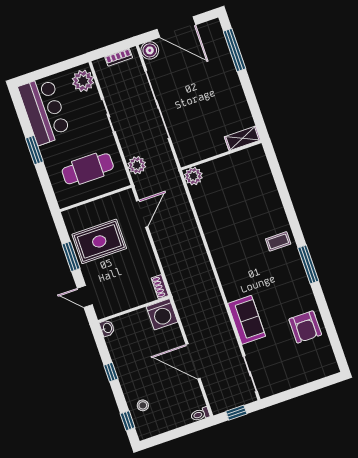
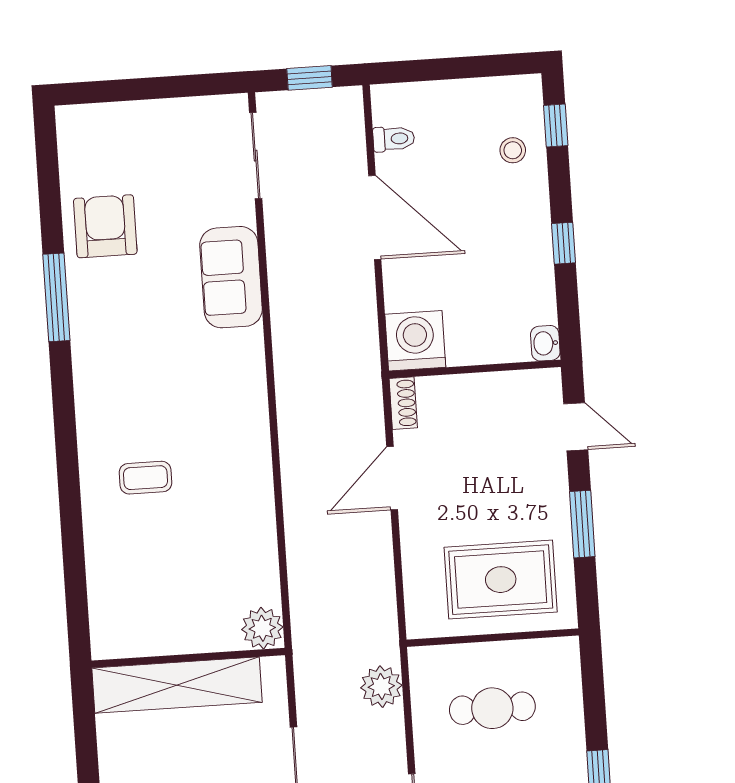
shelving: (242, 138) -> (177, 685), width x2.20, depth x1.33
cafe table: (88, 169) -> (492, 708), width x0.73, depth x0.74
door: (142, 214) -> (392, 478), moved
rug: (99, 241) -> (501, 580), moved
coffee table: (278, 241) -> (145, 478), moved
window: (308, 264) -> (56, 297), moved
toilet: (200, 414) -> (394, 139), moved

